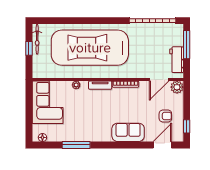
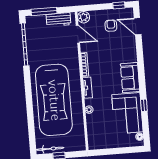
corner sofa: (48, 102) -> (127, 113), moved, turned -90
sofa: (128, 132) -> (130, 78), moved
window: (76, 145) -> (144, 105), width x0.46

